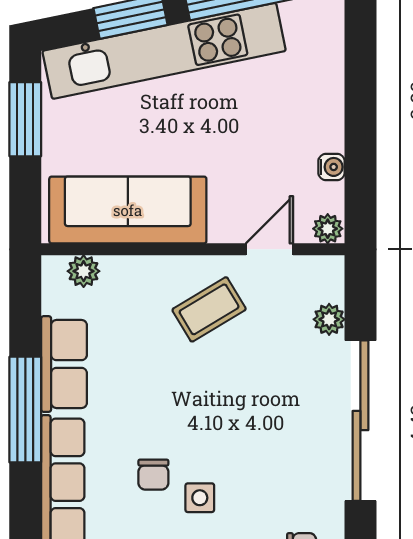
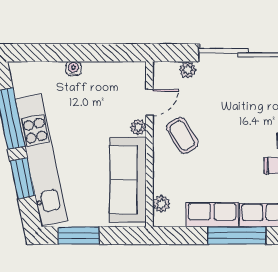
water cooler: (332, 167) -> (73, 69), moved
plant: (328, 229) -> (138, 127), moved
door: (270, 249) -> (149, 102), swing flipped

